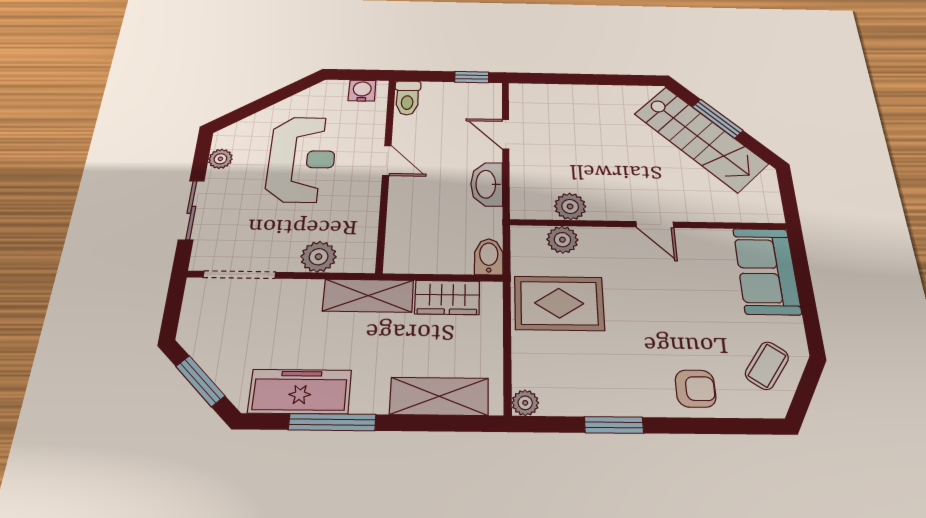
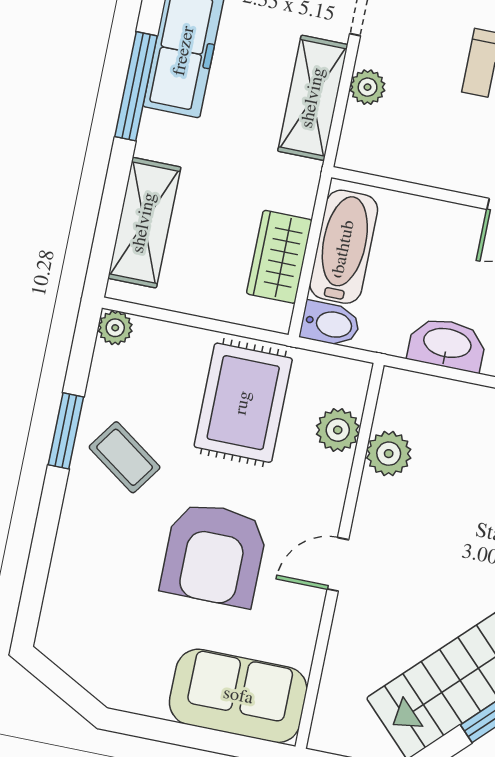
plant: (319, 257) -> (368, 87), width x0.73, depth x0.73
bathtub: (432, 257) -> (344, 247), added
shelving: (368, 296) -> (313, 98), moved
coffee table: (767, 366) -> (125, 457), moved
armchair: (696, 389) -> (214, 554), moved, width x1.88, depth x1.88

